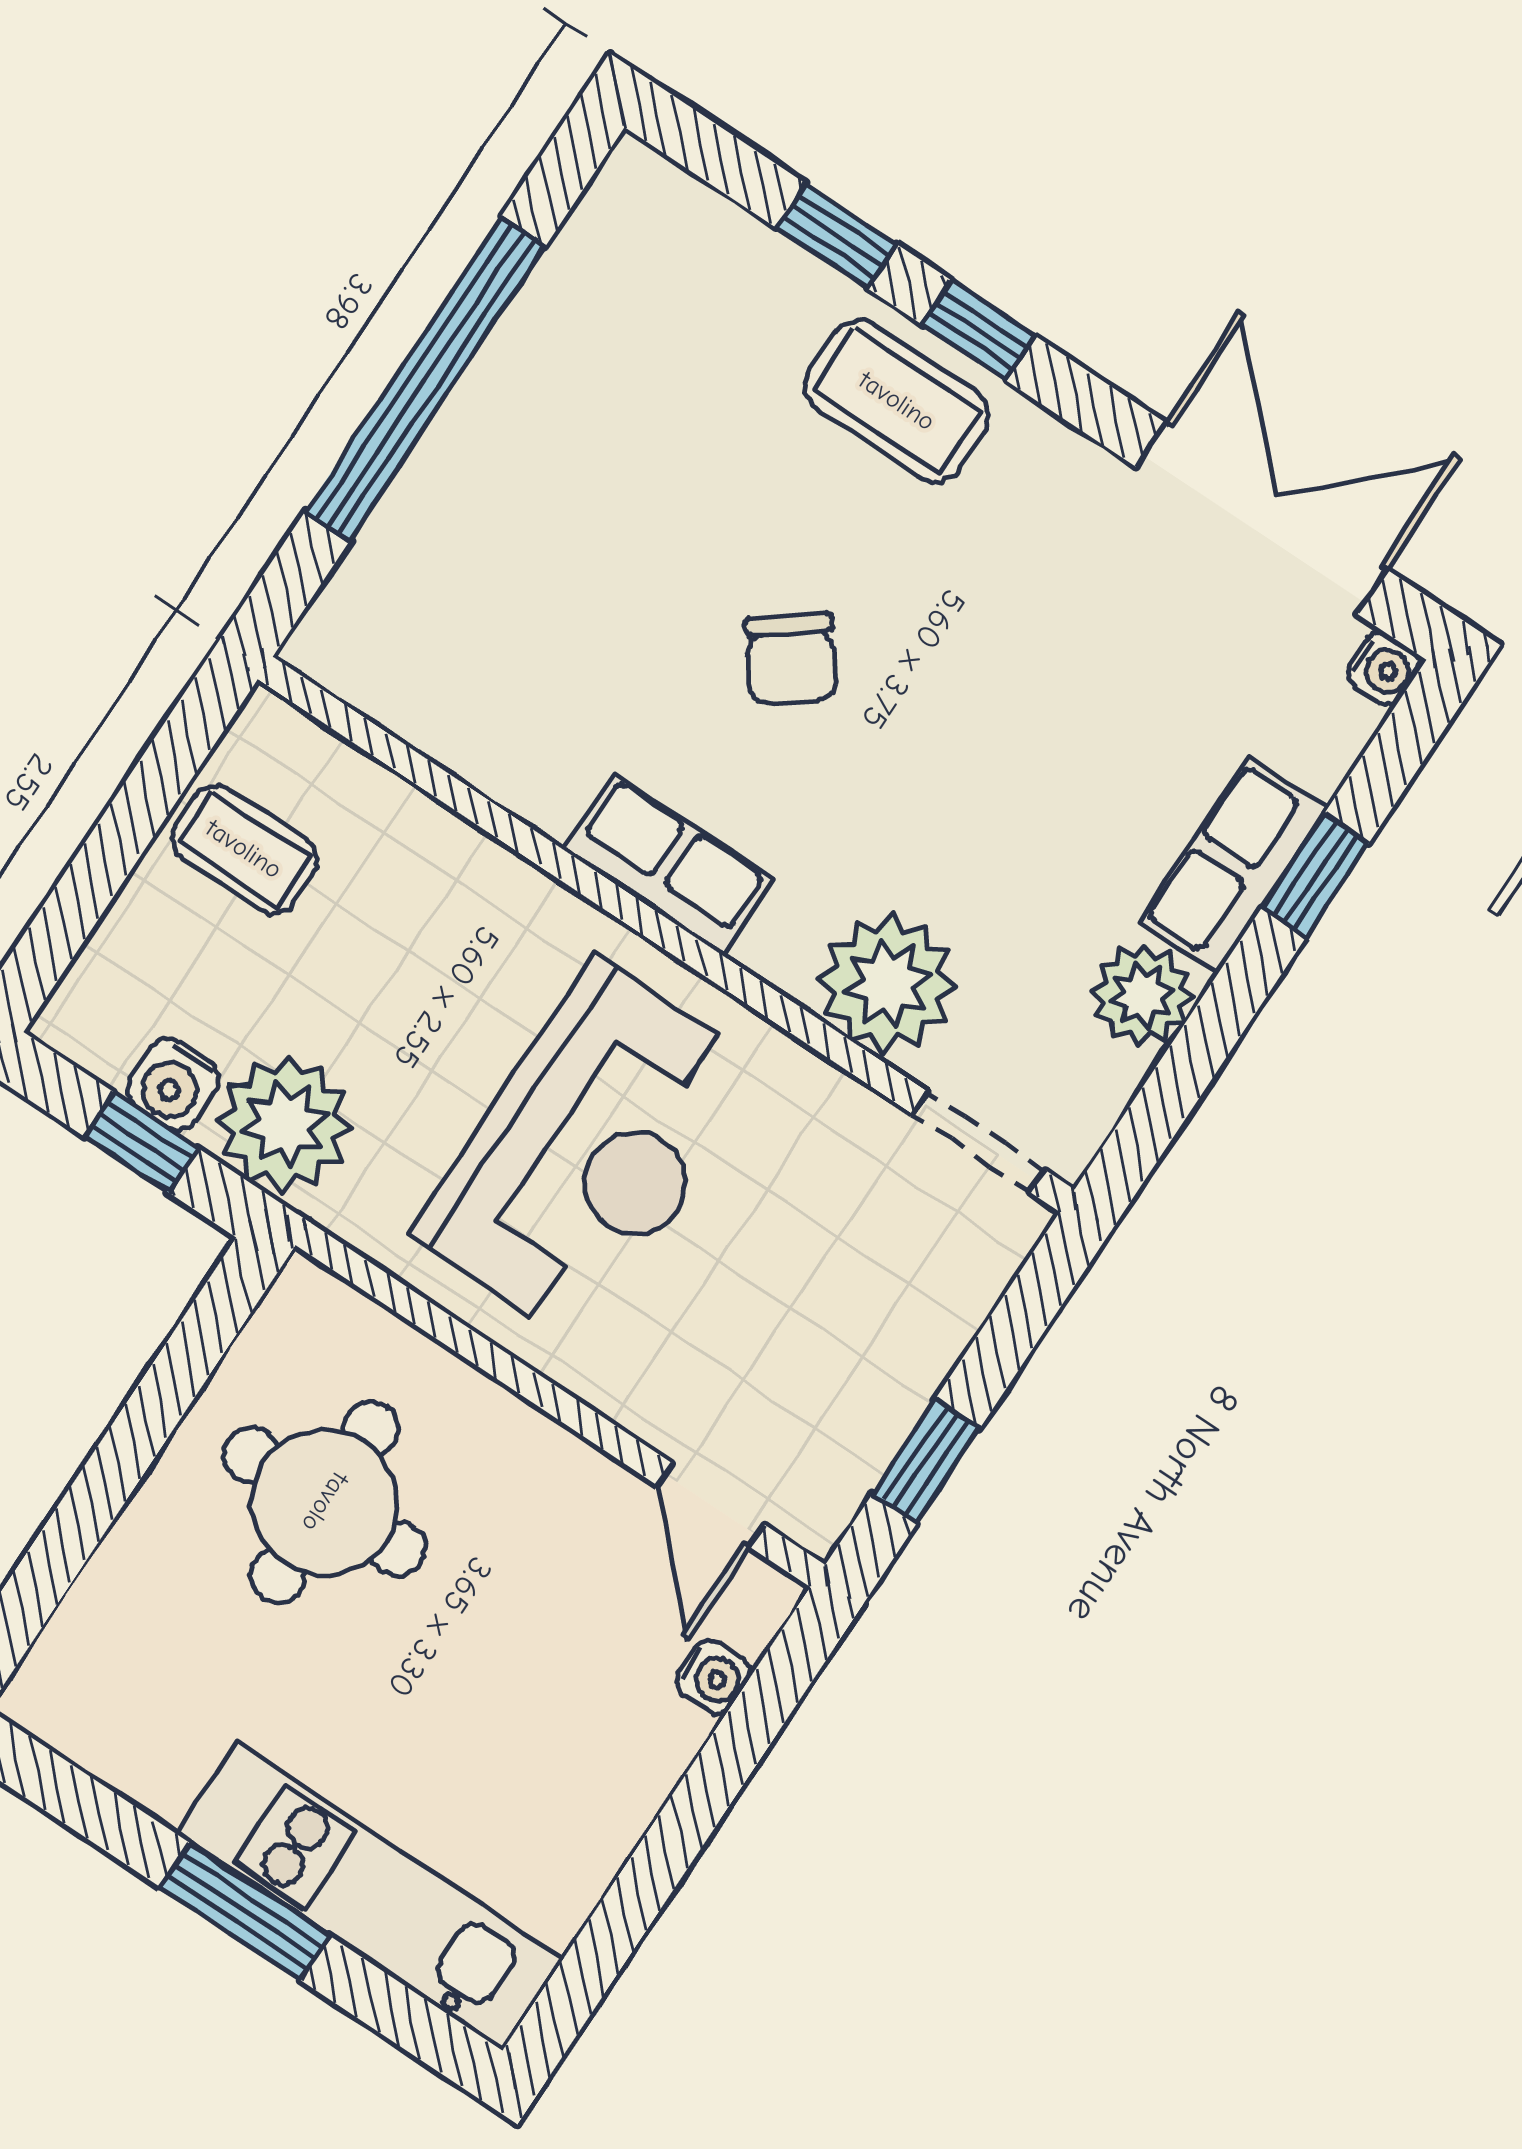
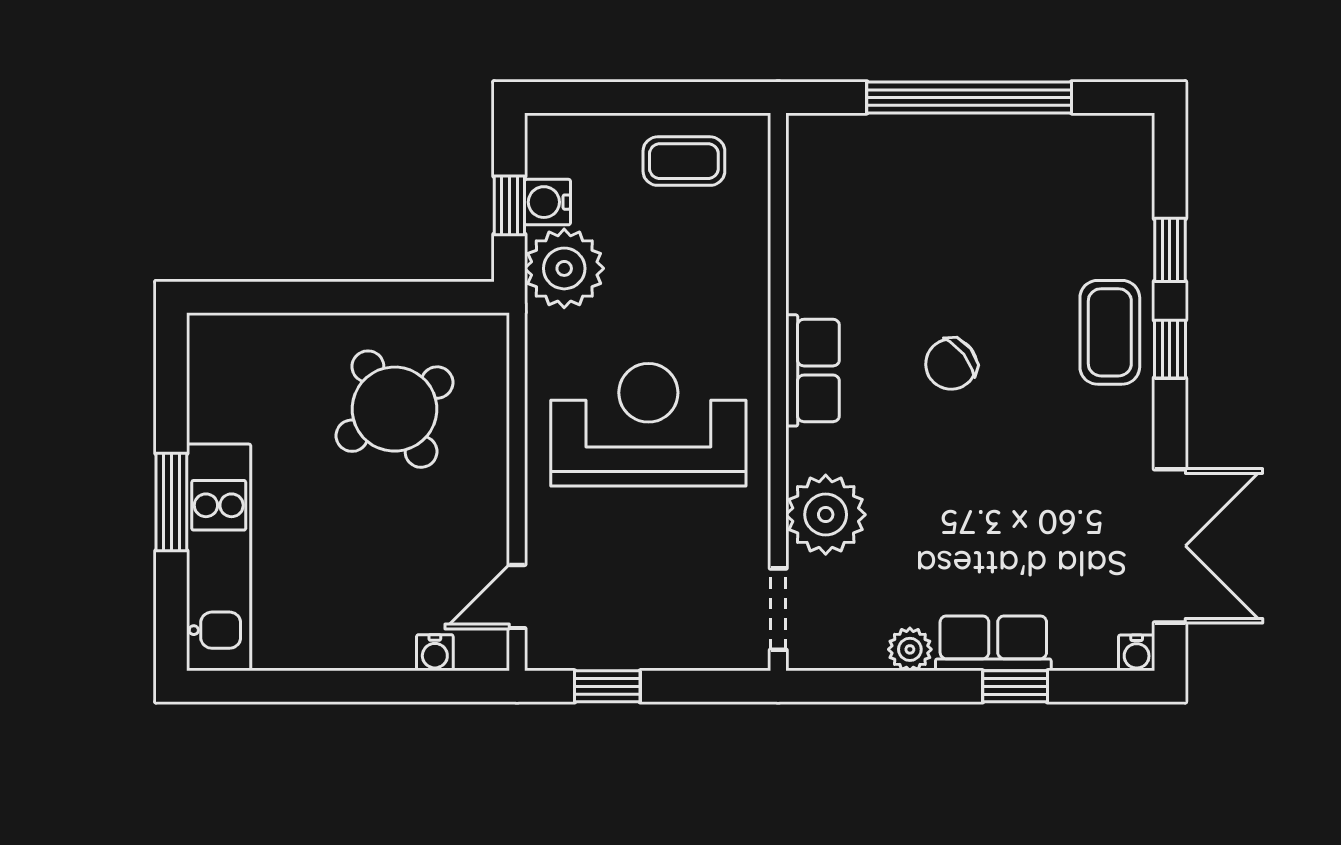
coffee table: (244, 849) -> (684, 161), turned 90
plant: (1143, 995) -> (910, 649), width x0.73, depth x0.73
reception desk: (589, 1152) -> (648, 425), turned 180
round table: (325, 1502) -> (394, 409), turned -31

